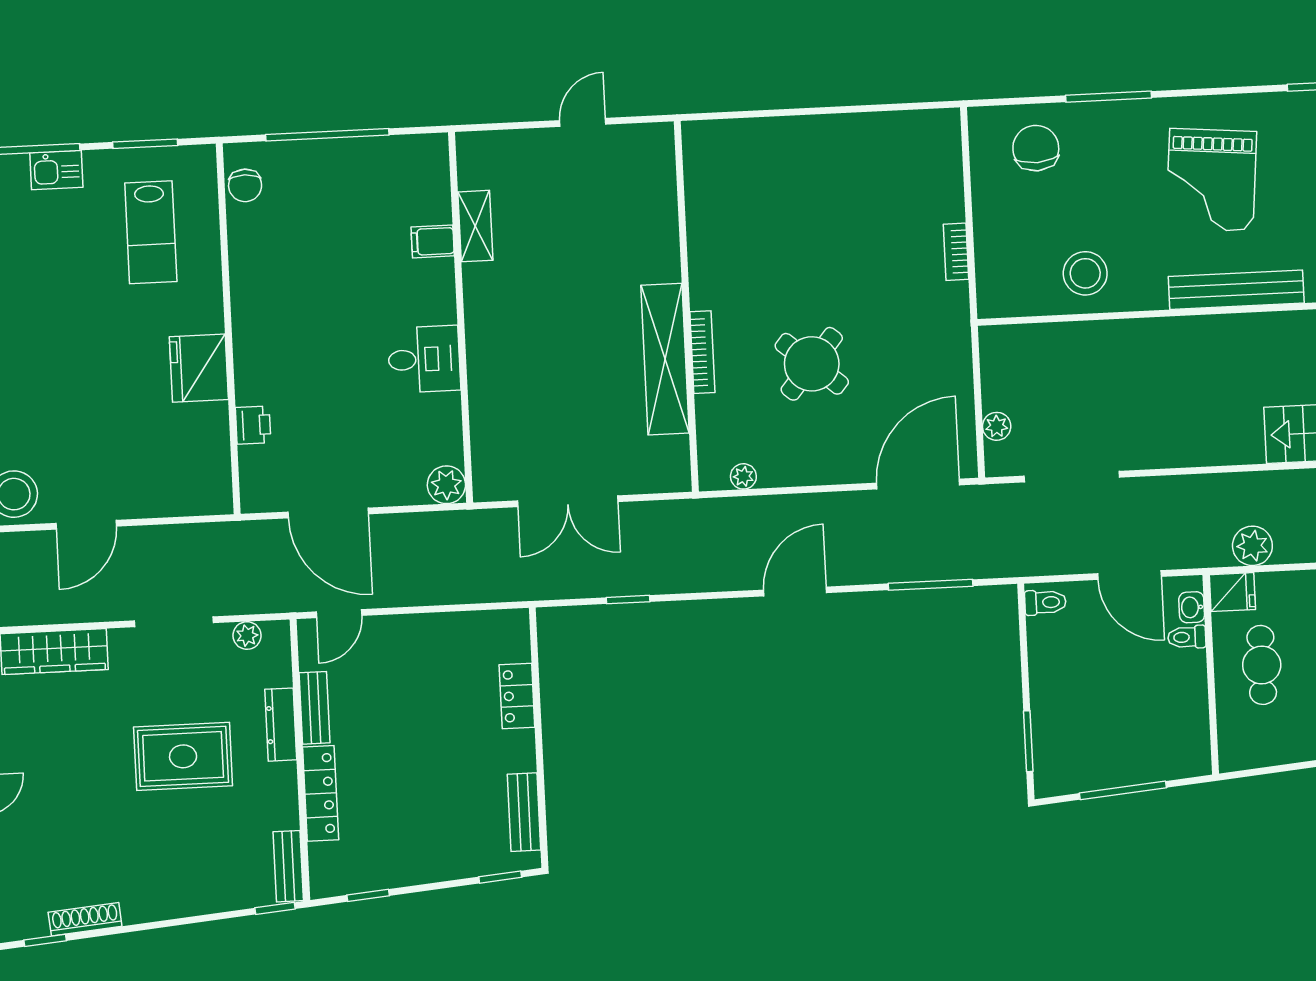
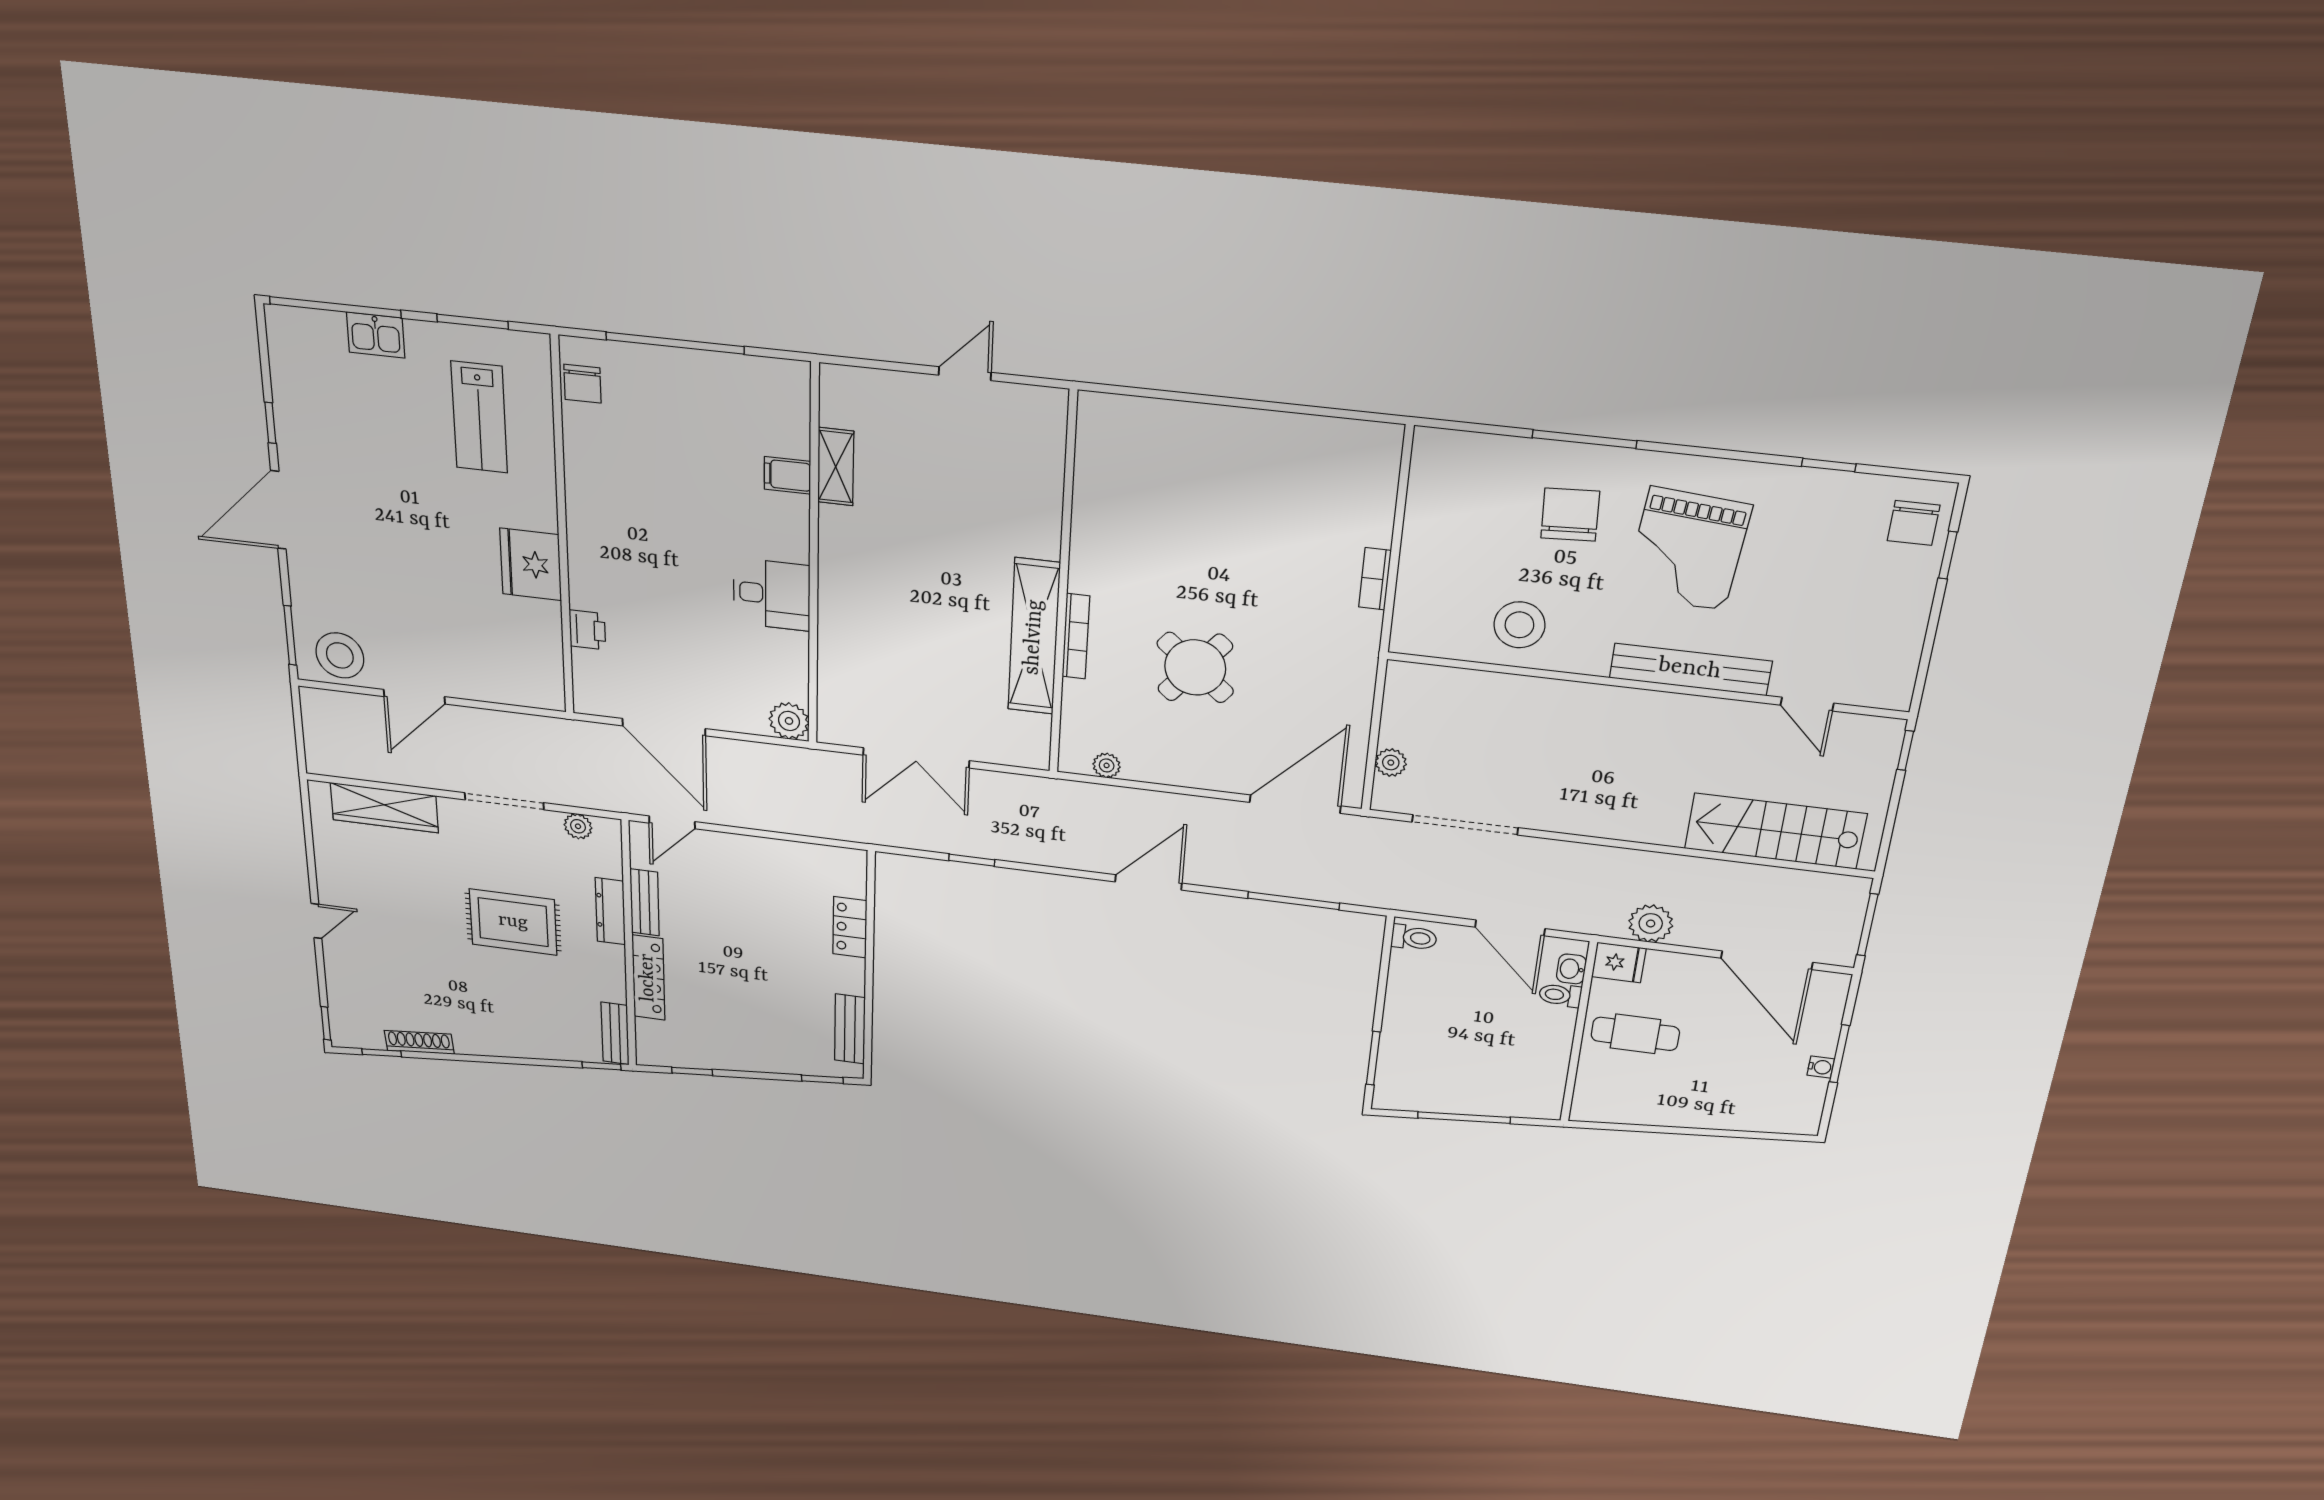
chair: (1036, 148) -> (1570, 515), moved
cafe table: (1262, 665) -> (1635, 1034), turned 90

